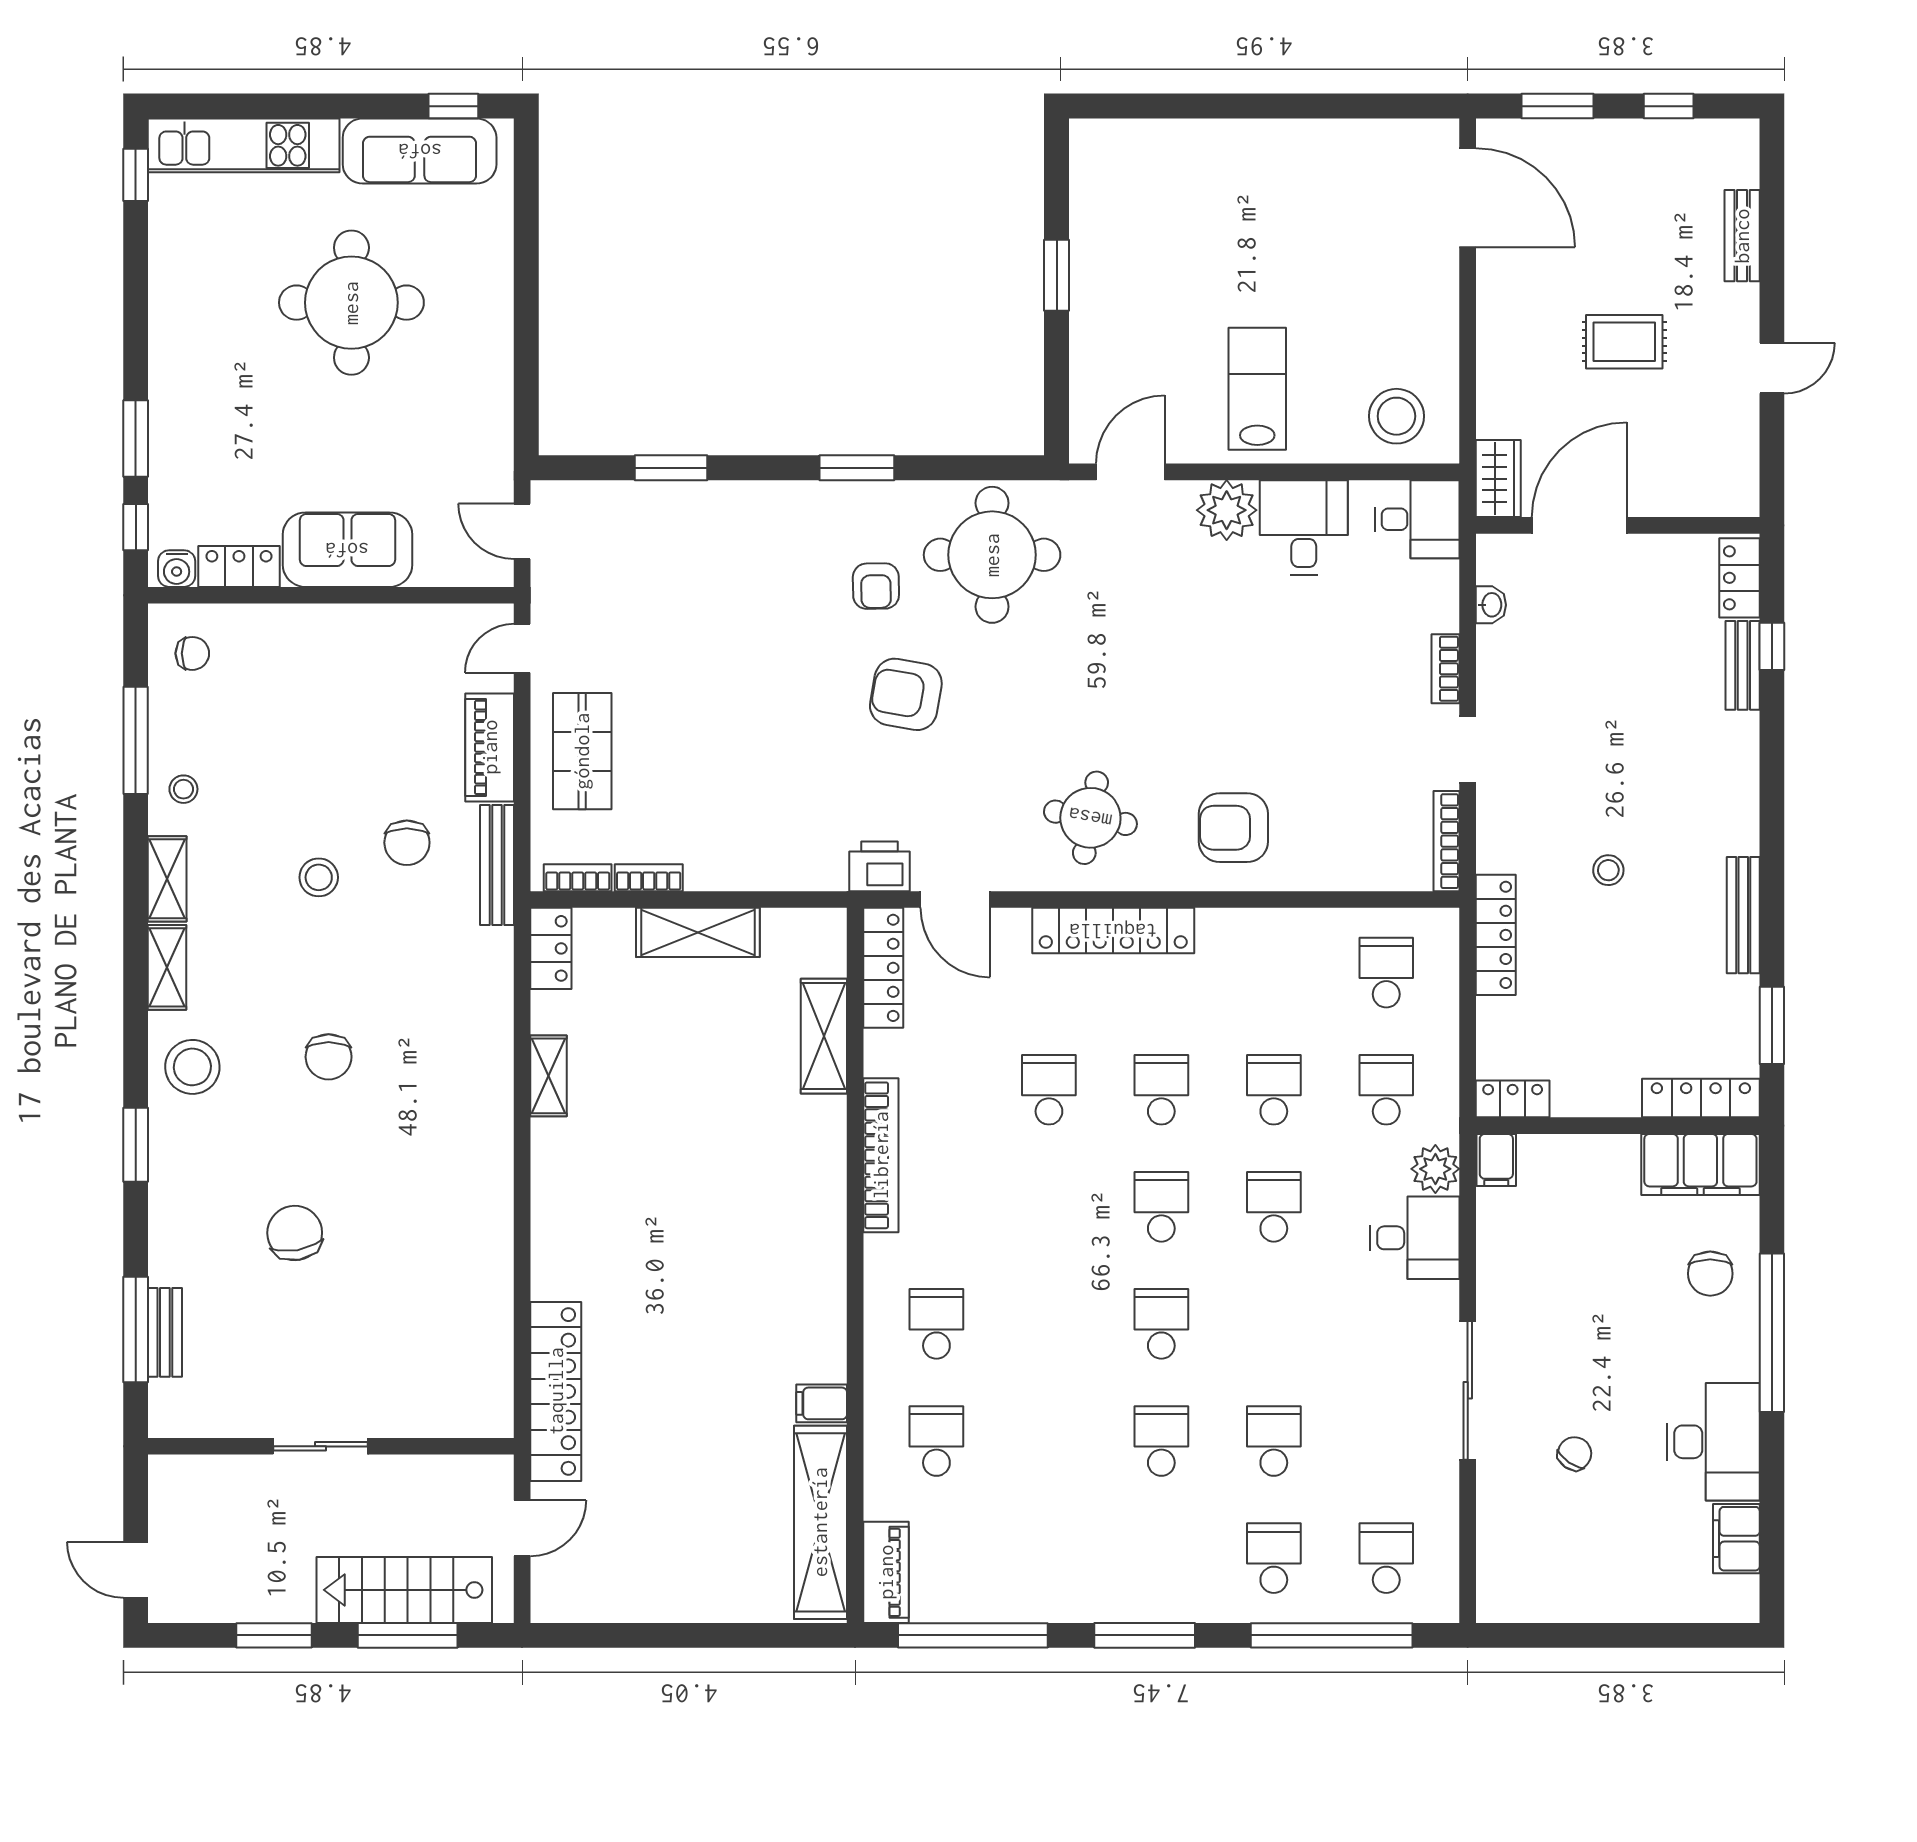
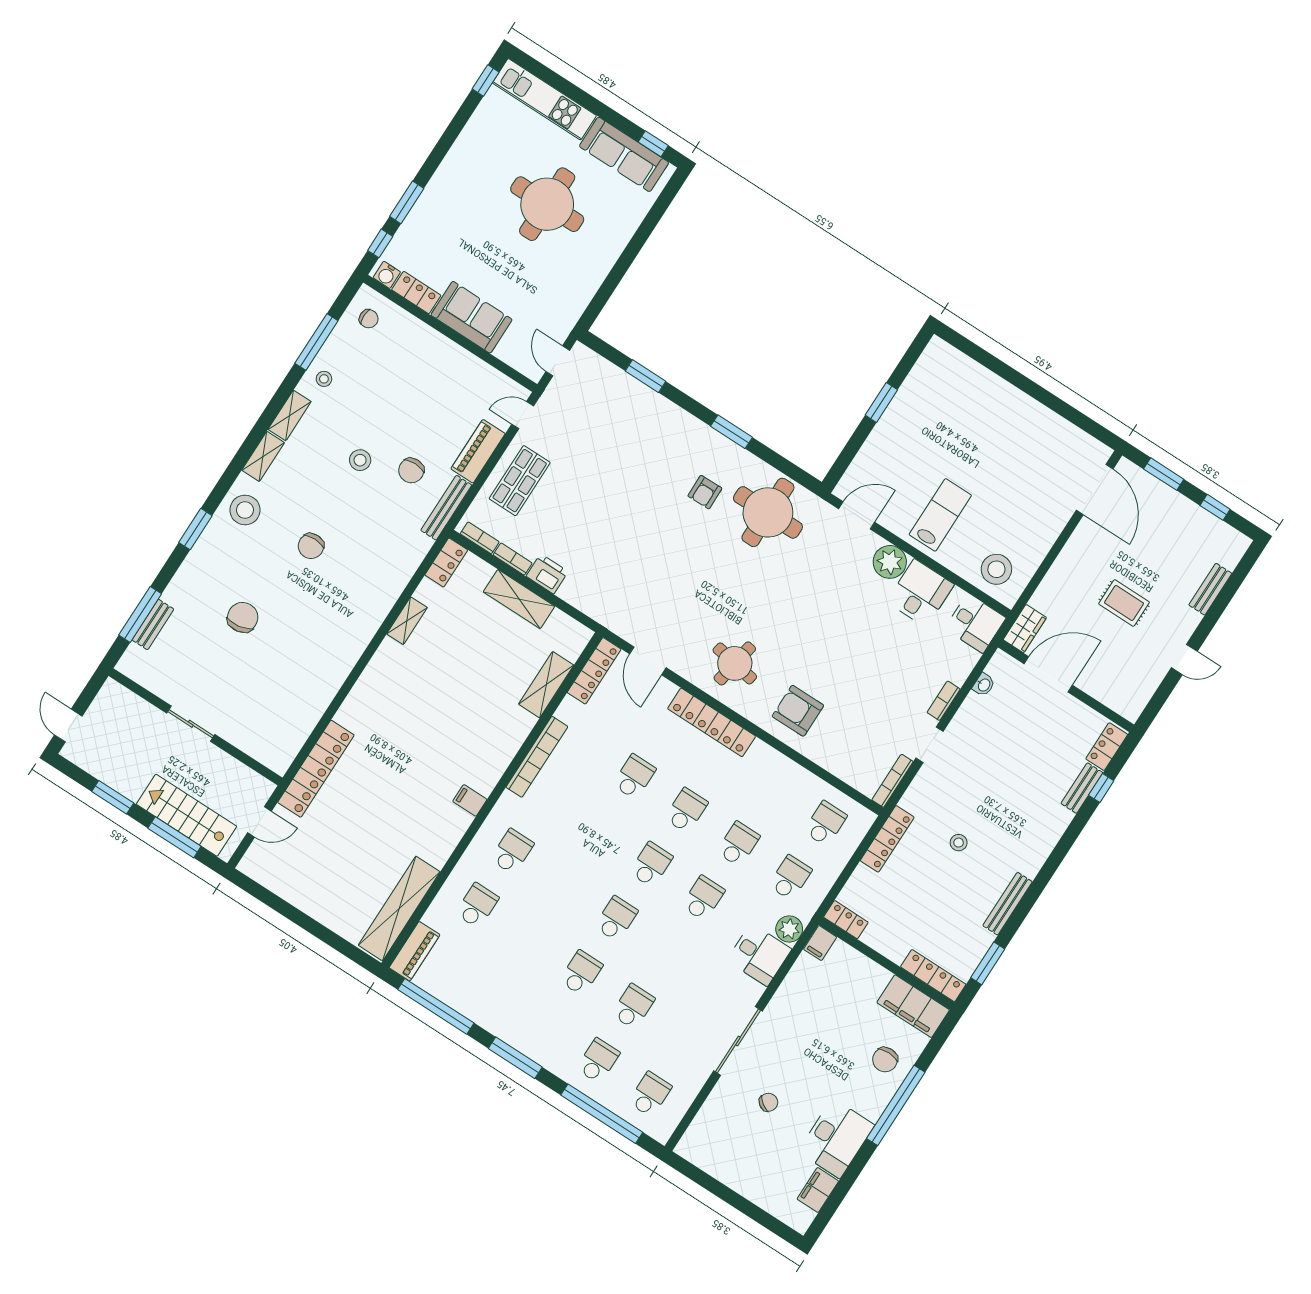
armchair: (906, 694) -> (686, 551), removed
printer: (879, 866) -> (547, 574), moved
filing cabinet: (822, 1403) -> (470, 800), moved

